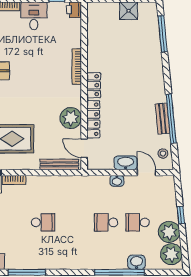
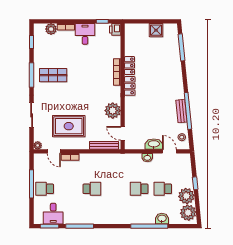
locker: (93, 119) -> (130, 66), moved, width x0.66

